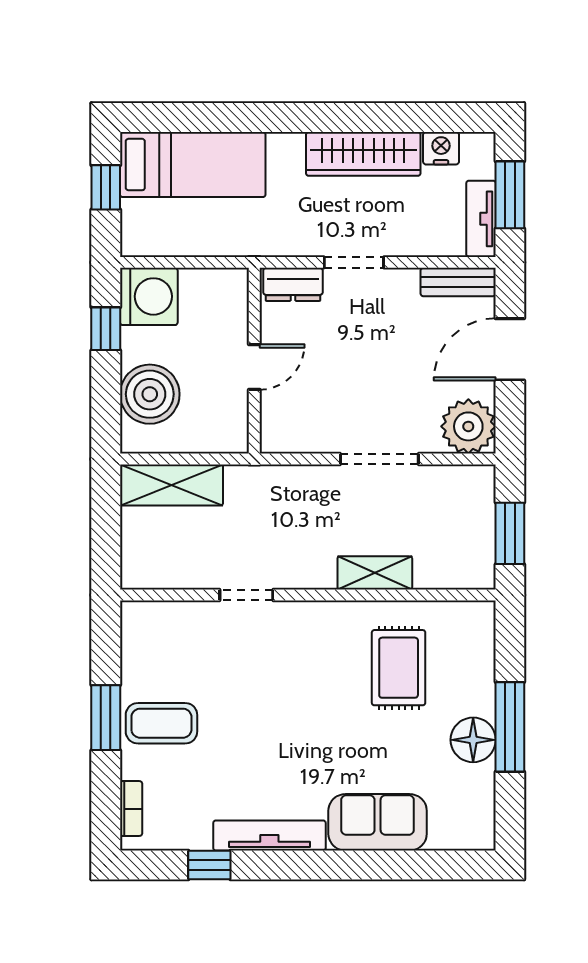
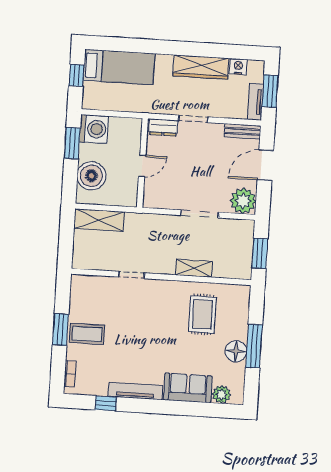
window: (106, 329) -> (72, 143), width x1.50
plant: (449, 832) -> (222, 394), added

